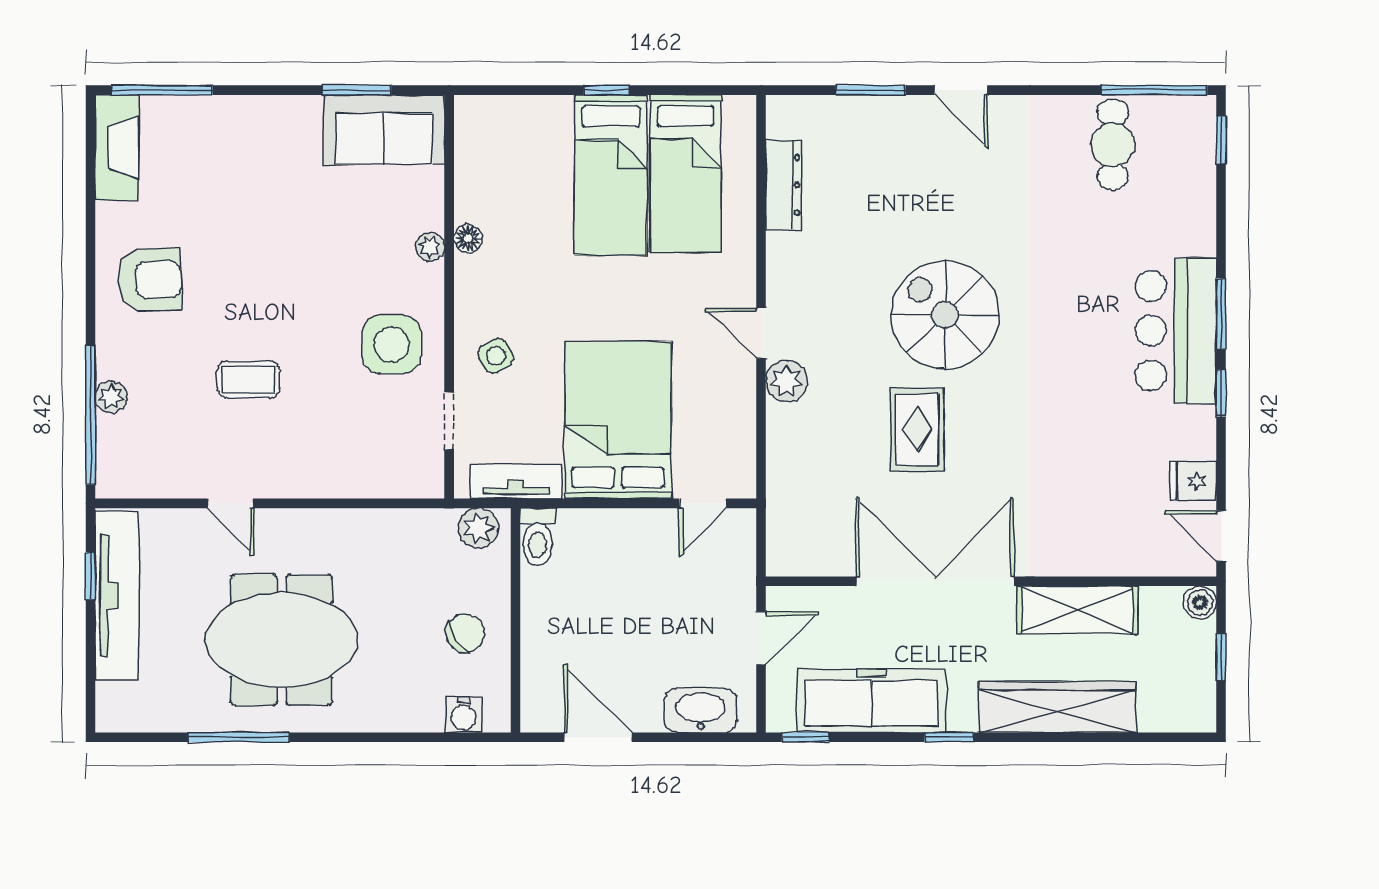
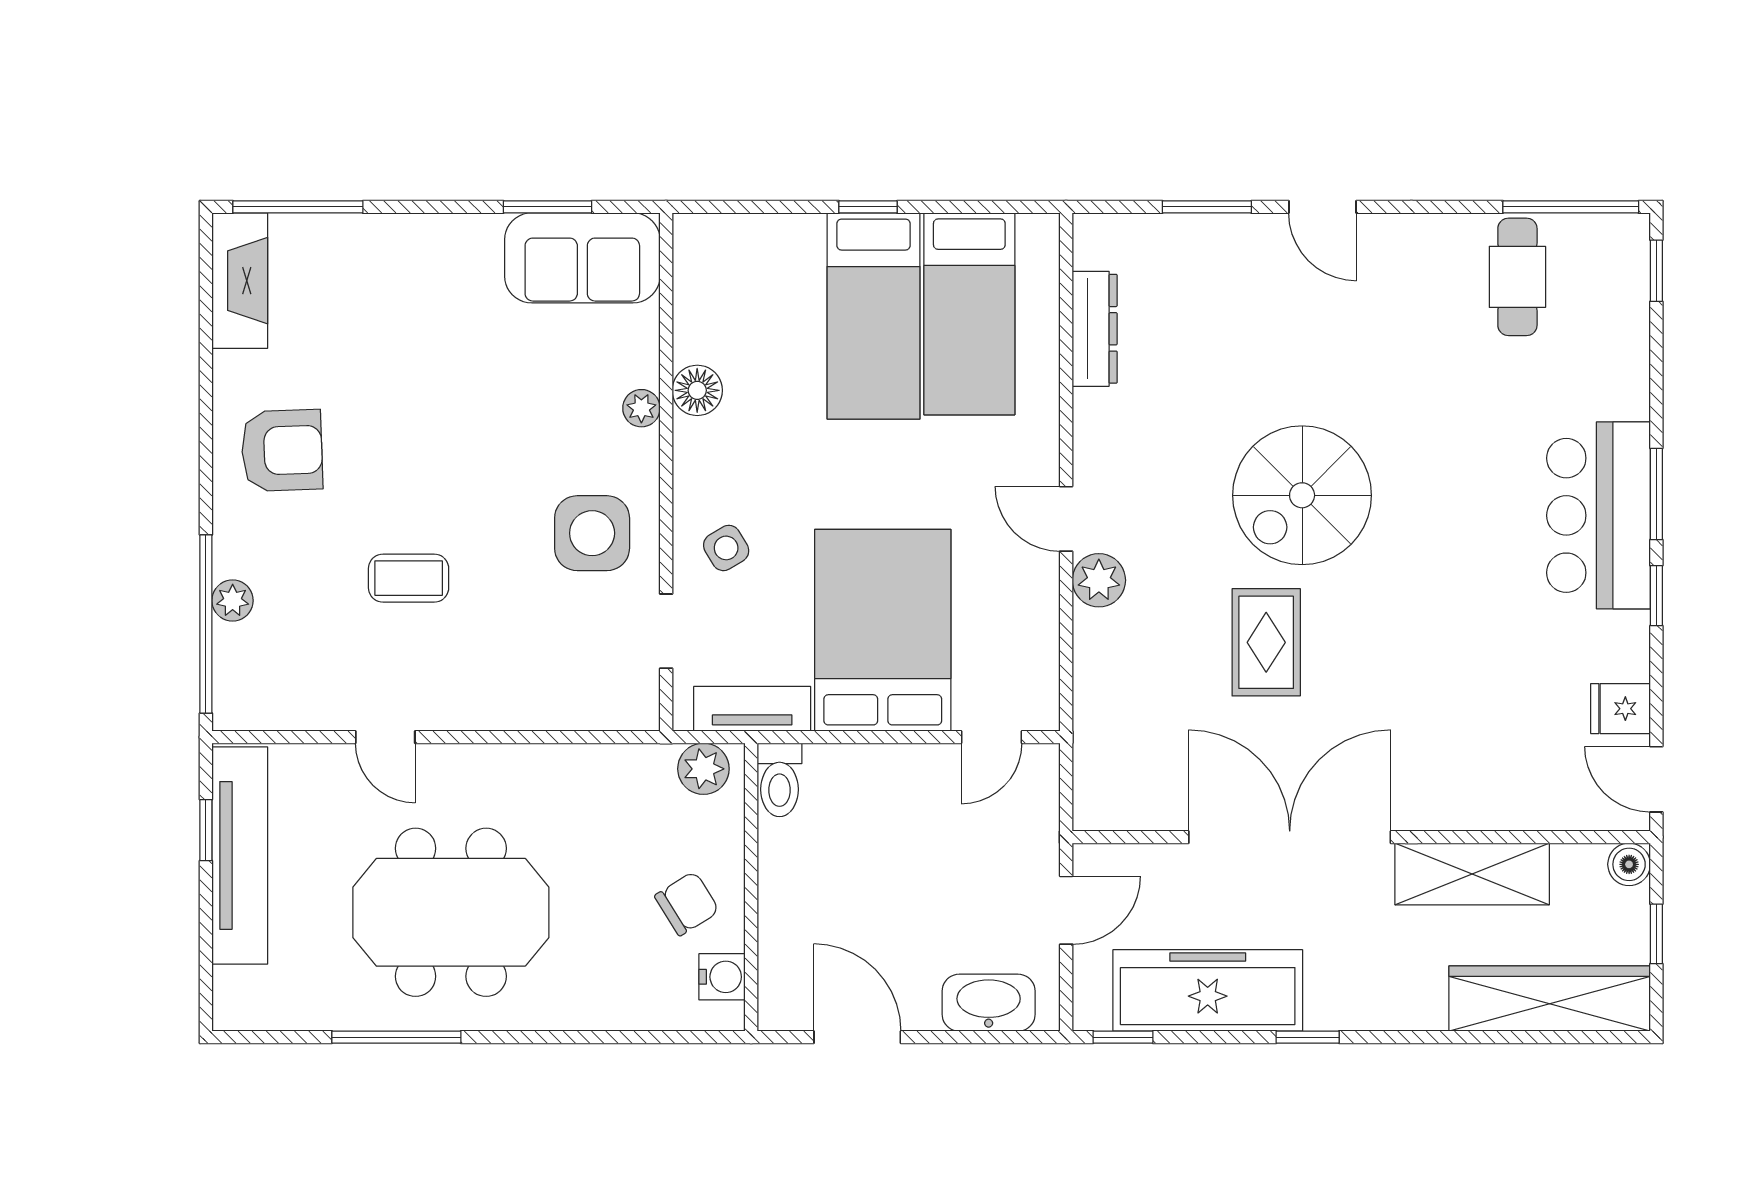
floor lamp: (468, 238) -> (697, 390), width x1.37, depth x1.37
spiral stairs: (945, 315) -> (1302, 495), turned -90
wardrobe: (1057, 707) -> (1550, 999), moved
water cooler: (464, 715) -> (722, 977), moved, turned -90

